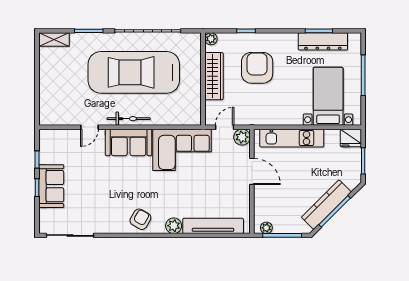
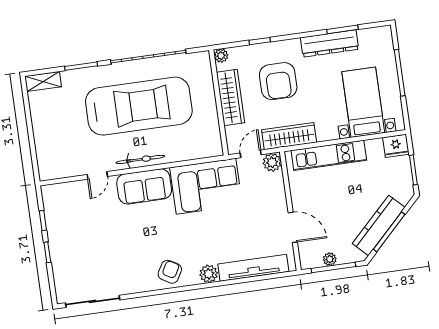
dresser: (323, 41) -> (330, 43), moved
armchair: (257, 68) -> (278, 81), turned 180
car: (134, 72) -> (139, 106), turned 180
wardrobe: (260, 117) -> (289, 136), added
door: (252, 171) -> (293, 227), moved
sofa: (51, 186) -> (63, 248), removed
plant: (266, 228) -> (330, 259), moved

